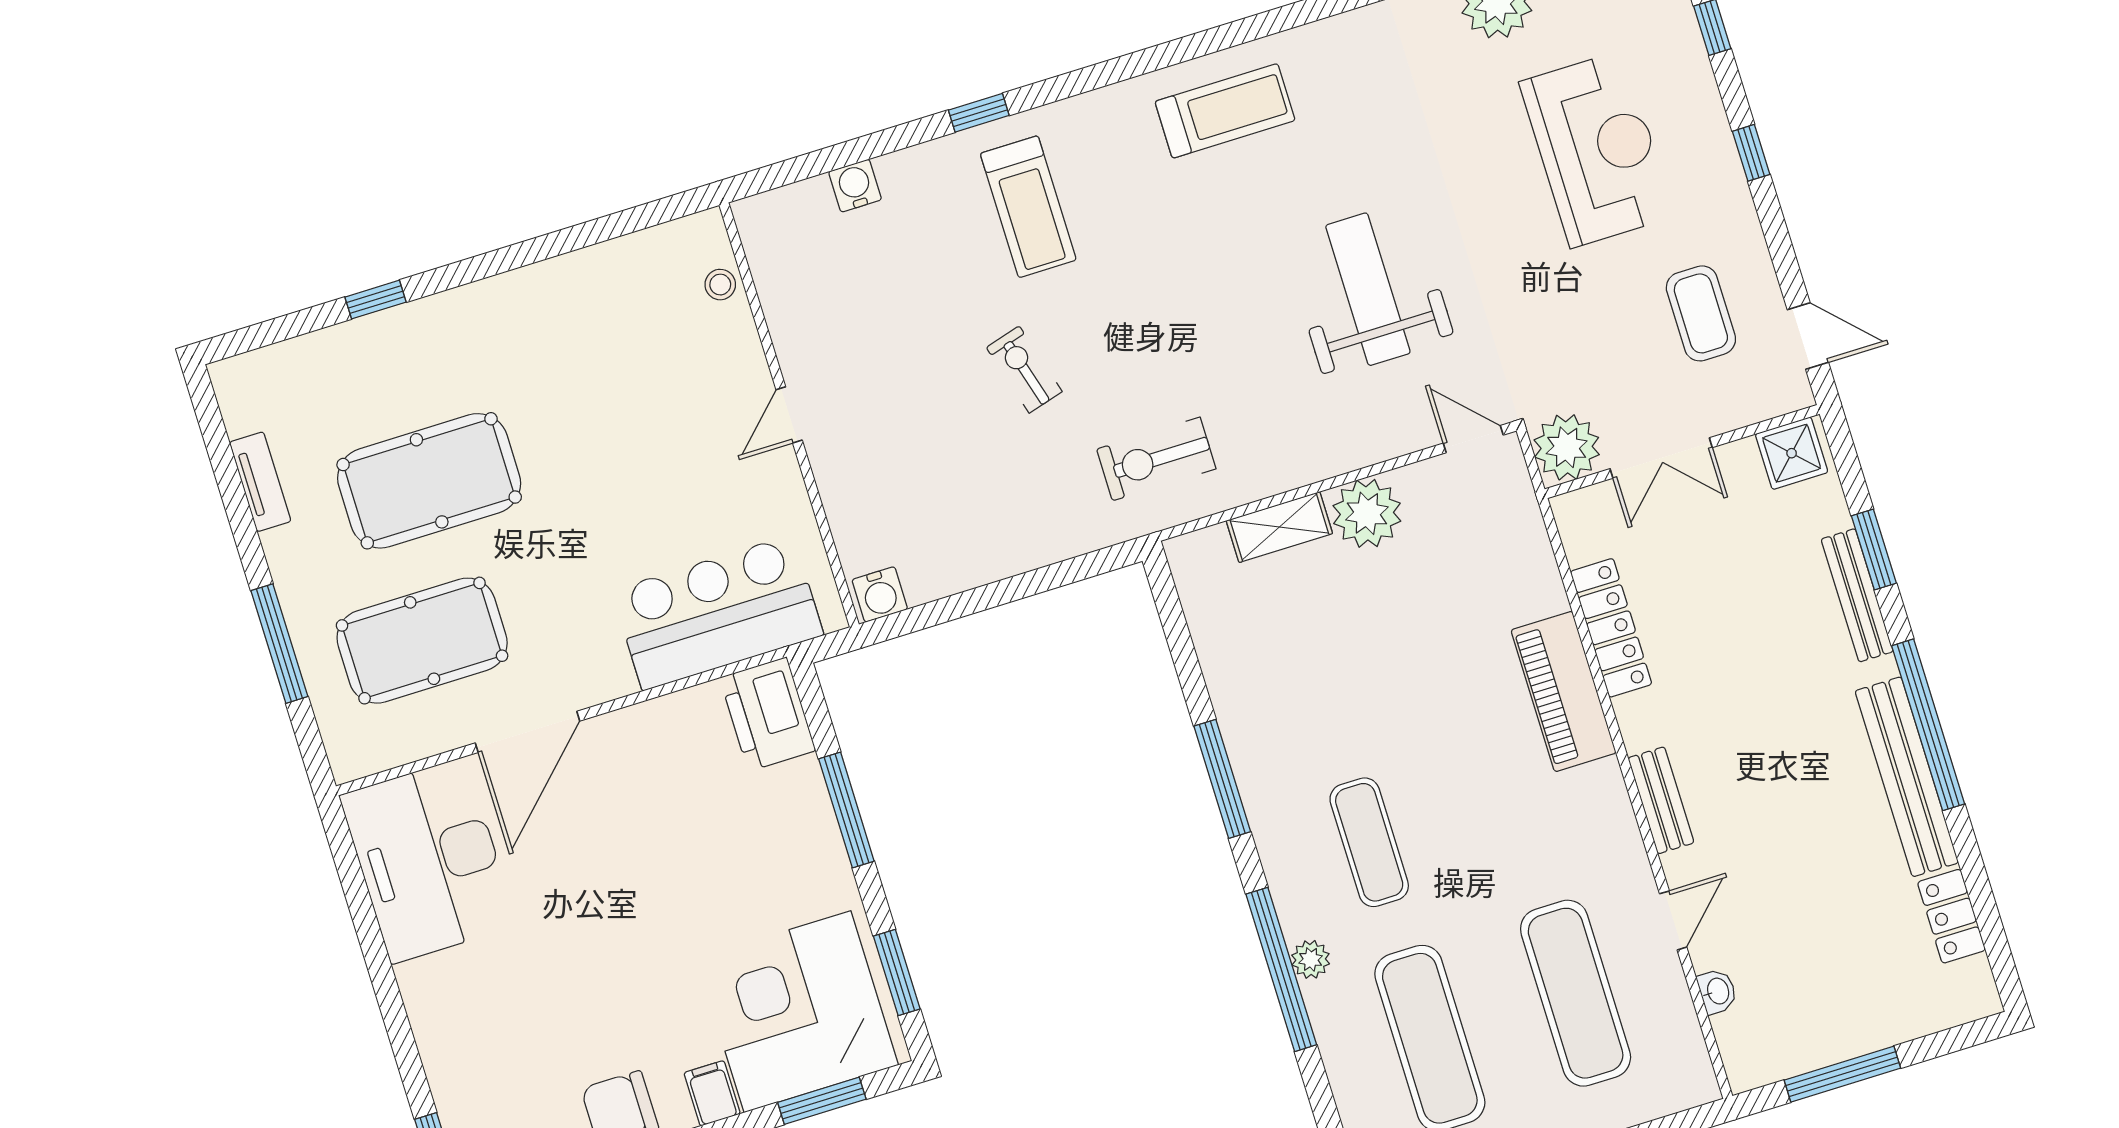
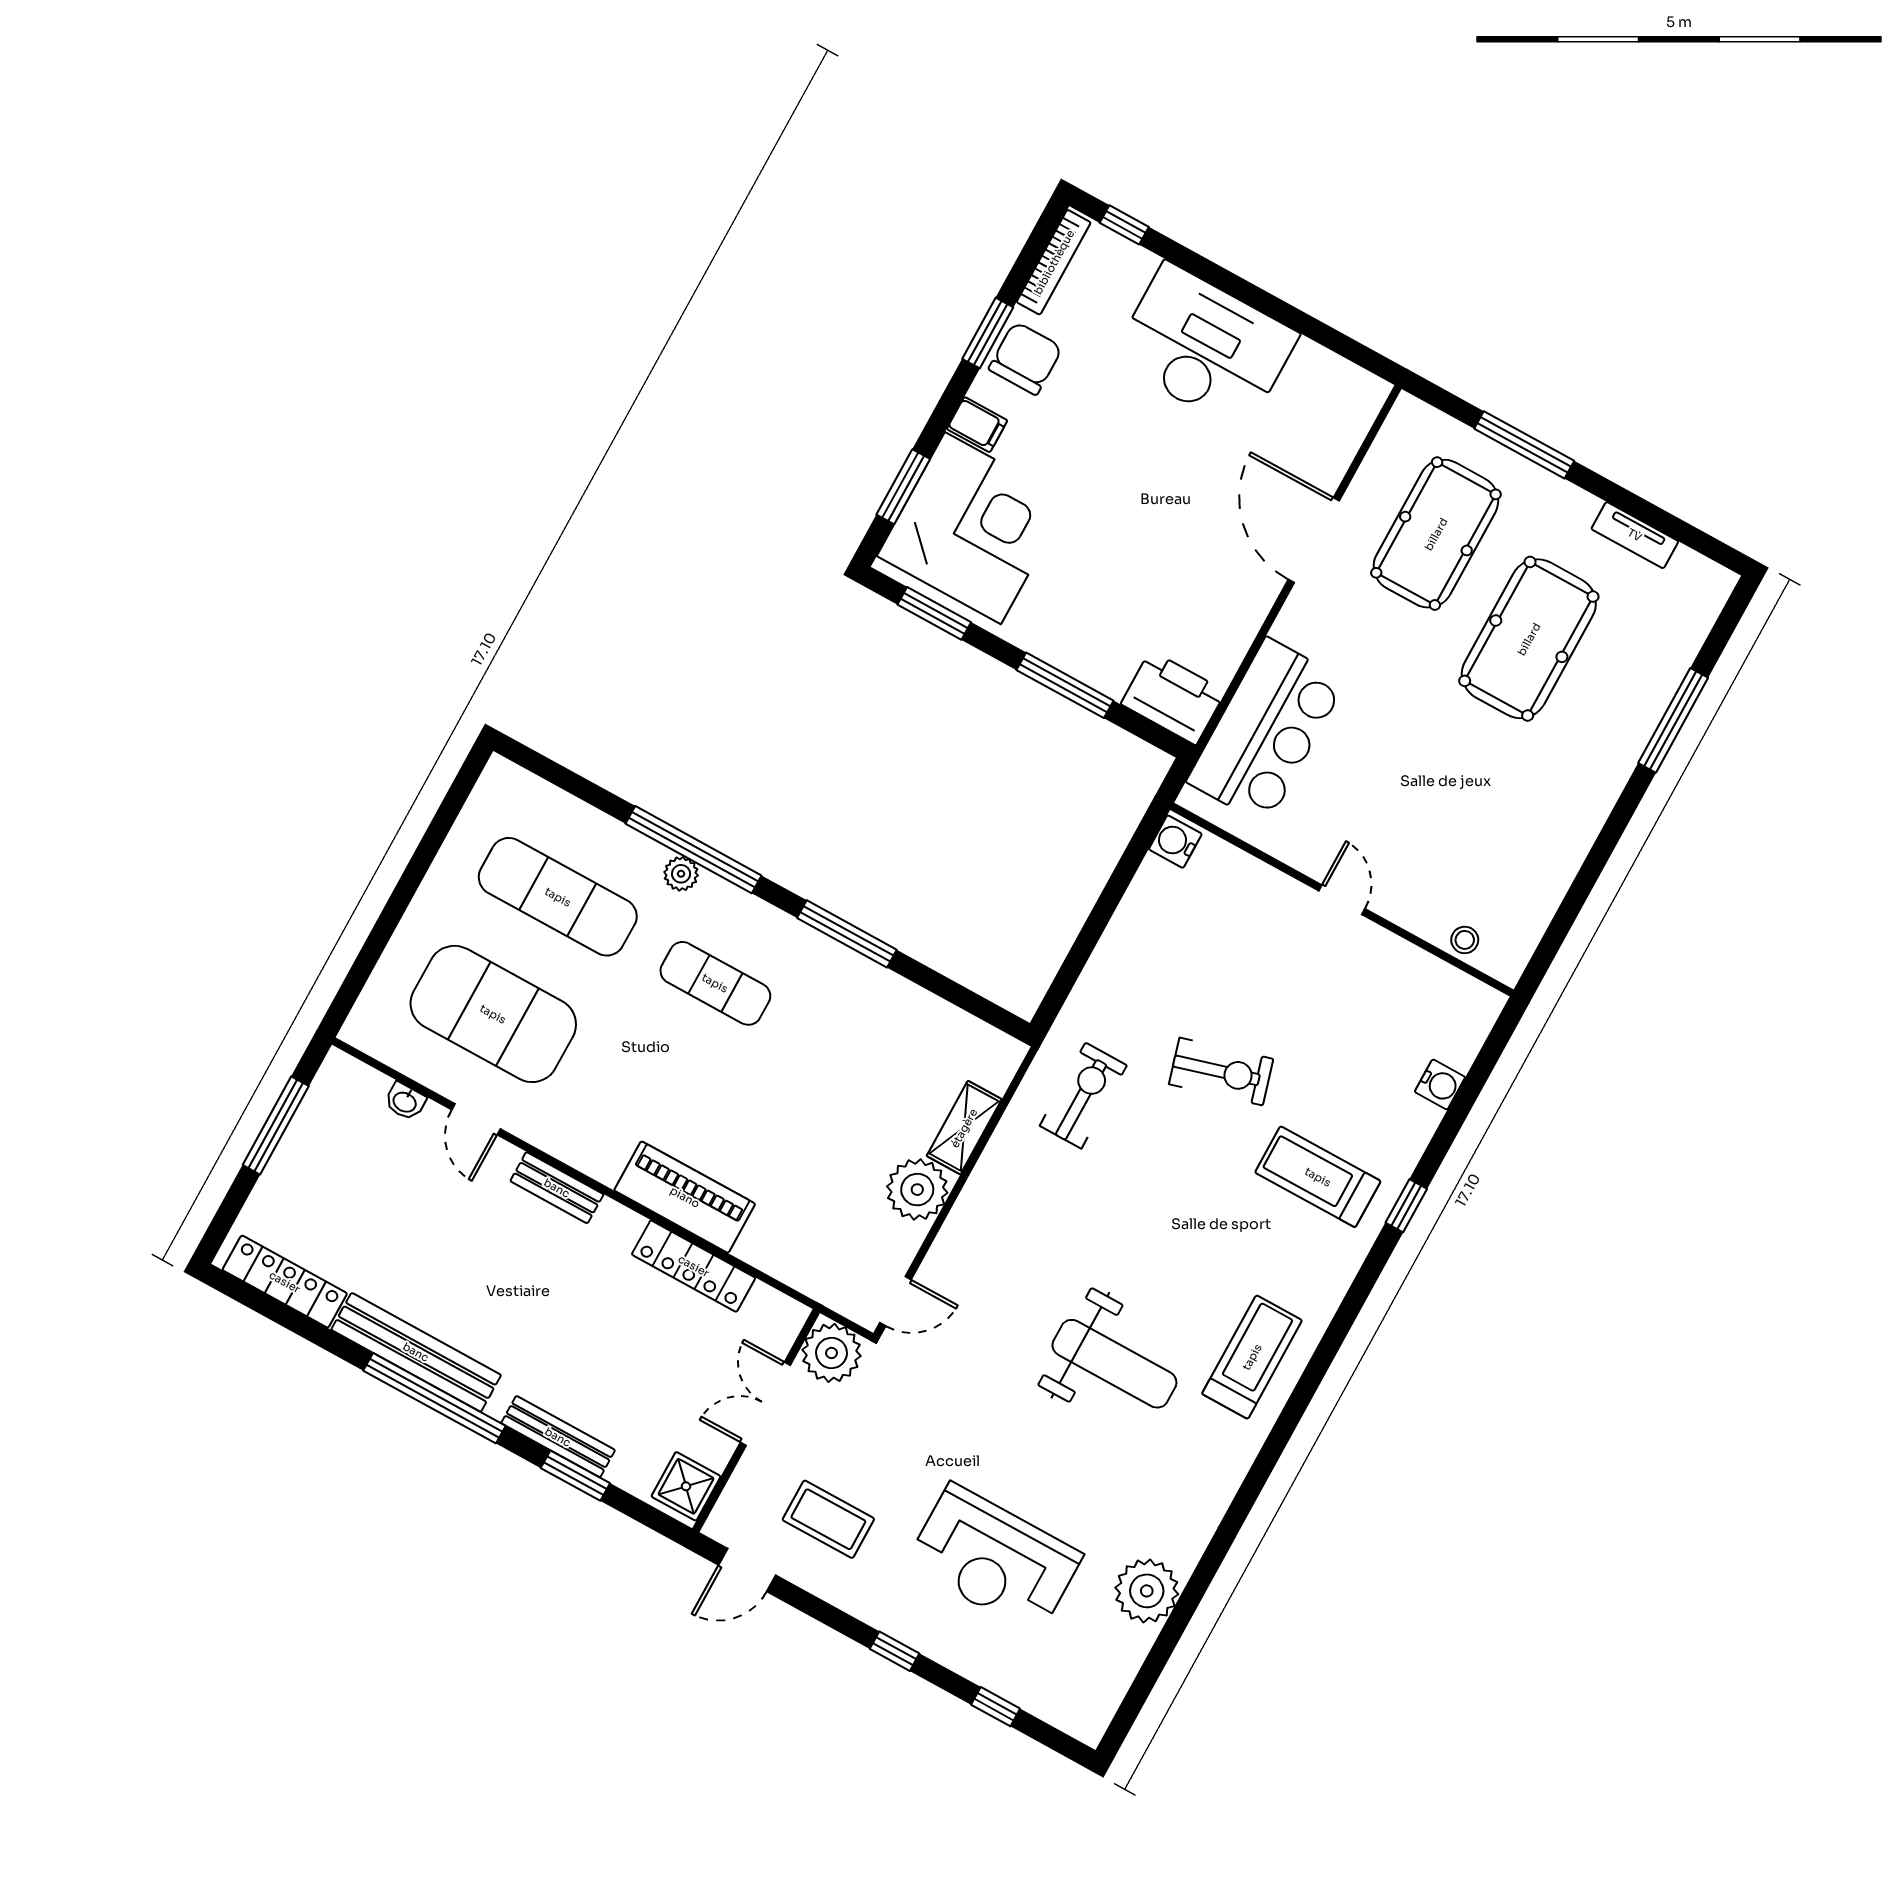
treadmill: (1225, 111) -> (1252, 1357), turned 180
weight bench: (1368, 289) -> (1114, 1364), moved
window: (375, 300) -> (1673, 720), width x2.17
exercise bike: (1024, 370) -> (1221, 1072), width x1.38, depth x1.39
desk: (428, 860) -> (1205, 347), moved
locker: (1951, 916) -> (285, 1282), width x1.53
exercise mat: (1576, 993) -> (493, 1014), width x1.47

